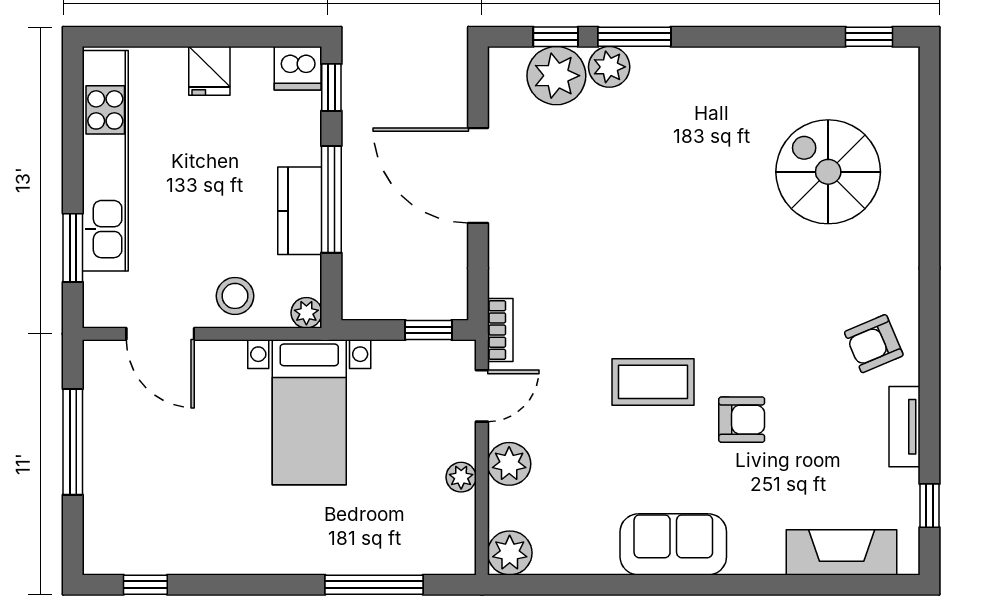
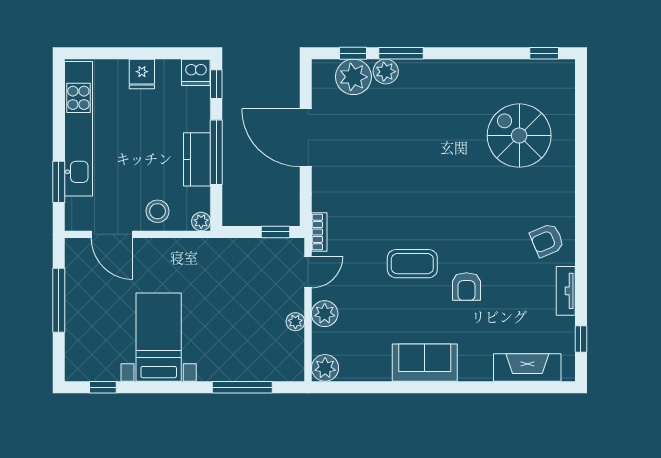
bed with nightstands: (309, 412) -> (159, 337), moved, turned 180
armchair: (742, 420) -> (466, 287), turned 90

